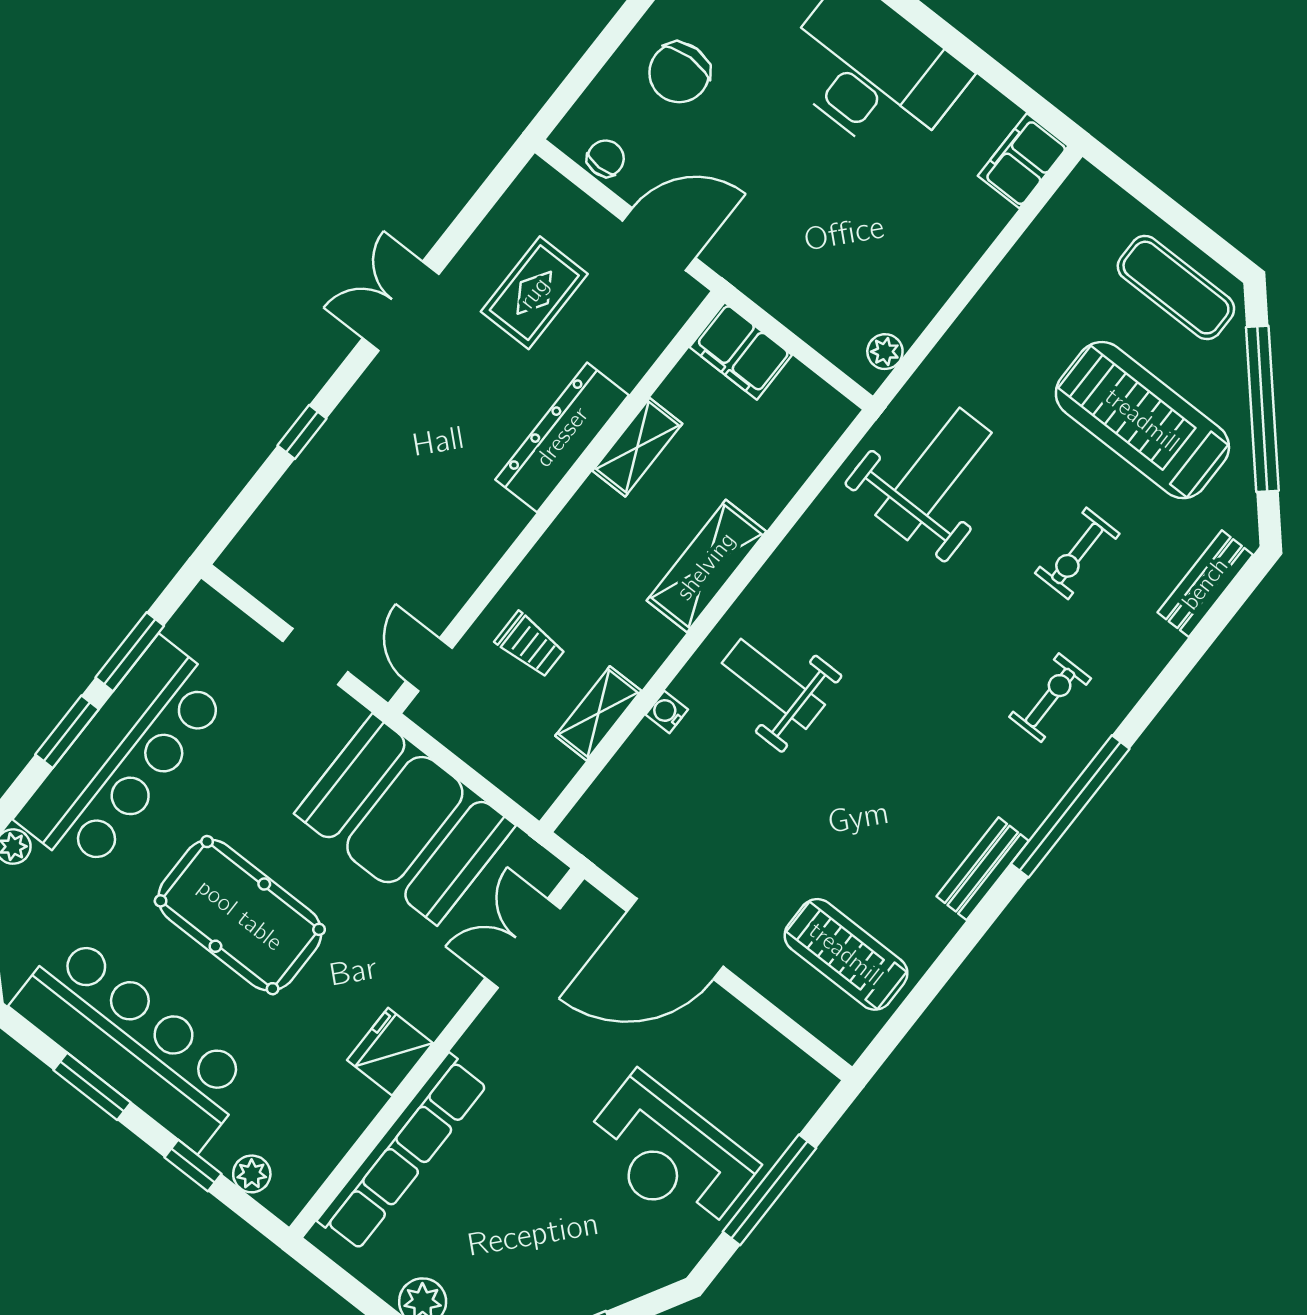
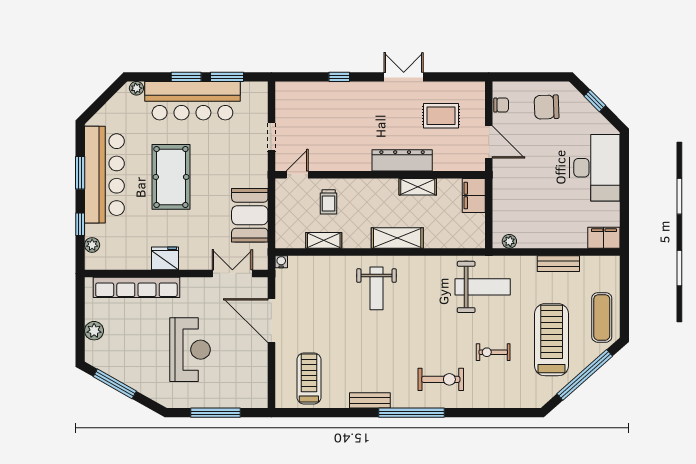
bench: (1205, 584) -> (558, 264), moved
weight bench: (773, 684) -> (376, 288), turned 180
exercise bike: (1050, 698) -> (441, 379), width x1.38, depth x1.39
water cooler: (667, 712) -> (281, 262), moved
booth: (405, 820) -> (250, 215), width x0.73, depth x0.70
reception desk: (669, 1155) -> (190, 350), moved, turned 180

